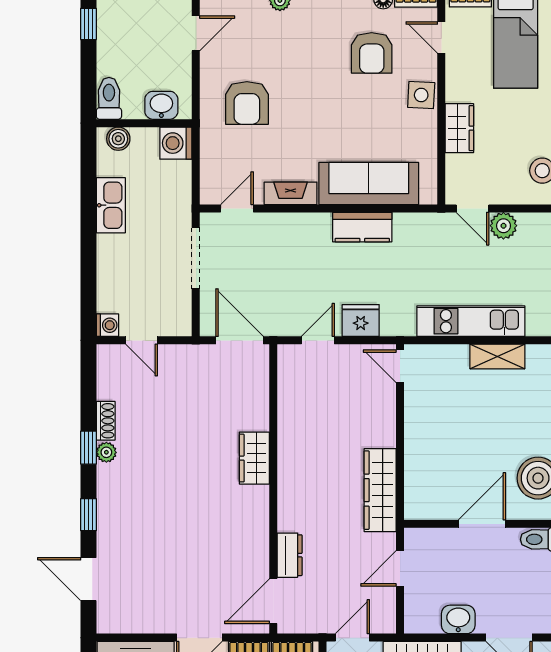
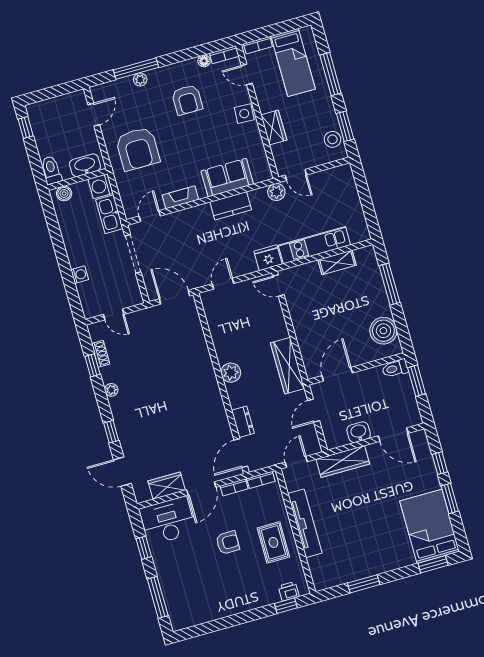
armchair: (372, 53) -> (187, 100), moved
armchair: (247, 103) -> (138, 149), width x1.36, depth x1.36
washbasin: (161, 105) -> (85, 165), width x1.38
sofa: (369, 183) -> (227, 178), width x0.73
kitchen sink: (111, 205) -> (109, 214), moved, turned 180
plant: (503, 226) -> (276, 192), moved
fridge: (361, 320) -> (268, 258), moved
washing machine: (107, 325) -> (80, 275), moved
shoe rack: (106, 421) -> (101, 354), moved
window: (89, 448) -> (92, 365), moved
wardrobe: (254, 458) -> (167, 486), moved, turned 90
plant: (292, 477) -> (231, 373), added
door: (482, 524) -> (337, 374), moved

